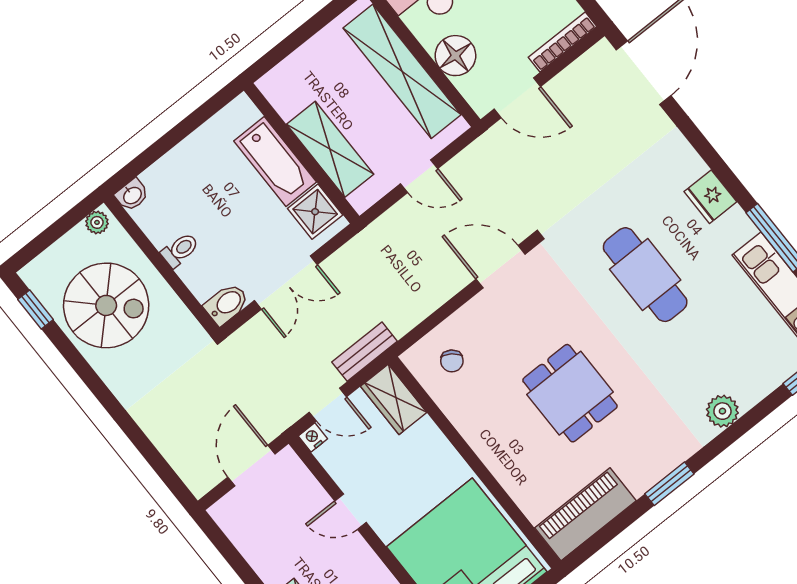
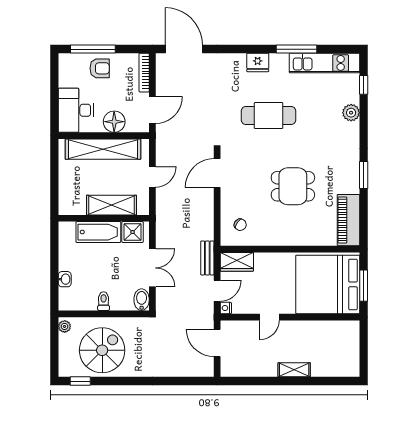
washbasin: (132, 195) -> (65, 279), moved
plant: (722, 411) -> (351, 113), moved

